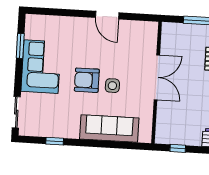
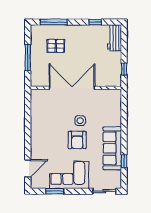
door: (107, 15) -> (28, 168), moved
double door: (157, 77) -> (72, 88), width x1.36
sofa: (109, 129) -> (112, 148), moved

